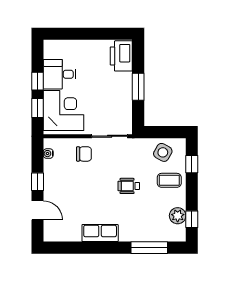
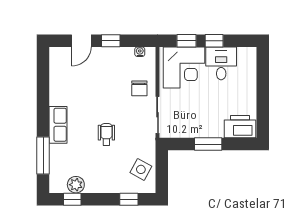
coffee table: (169, 180) -> (112, 176), removed
row of seats: (100, 233) -> (58, 125), moved

